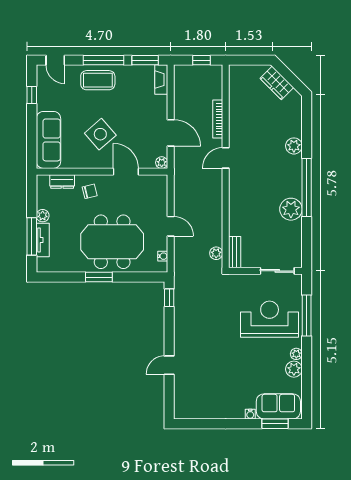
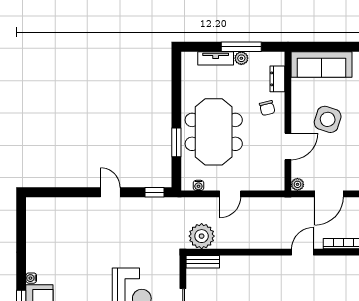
side table: (100, 134) -> (328, 119), turned -32
door: (226, 158) -> (302, 252), hinge flipped
window: (32, 236) -> (241, 47), moved
plant: (216, 253) -> (202, 236), width x1.88, depth x1.88
window: (99, 277) -> (176, 142), moved
door: (169, 365) -> (110, 192), moved

